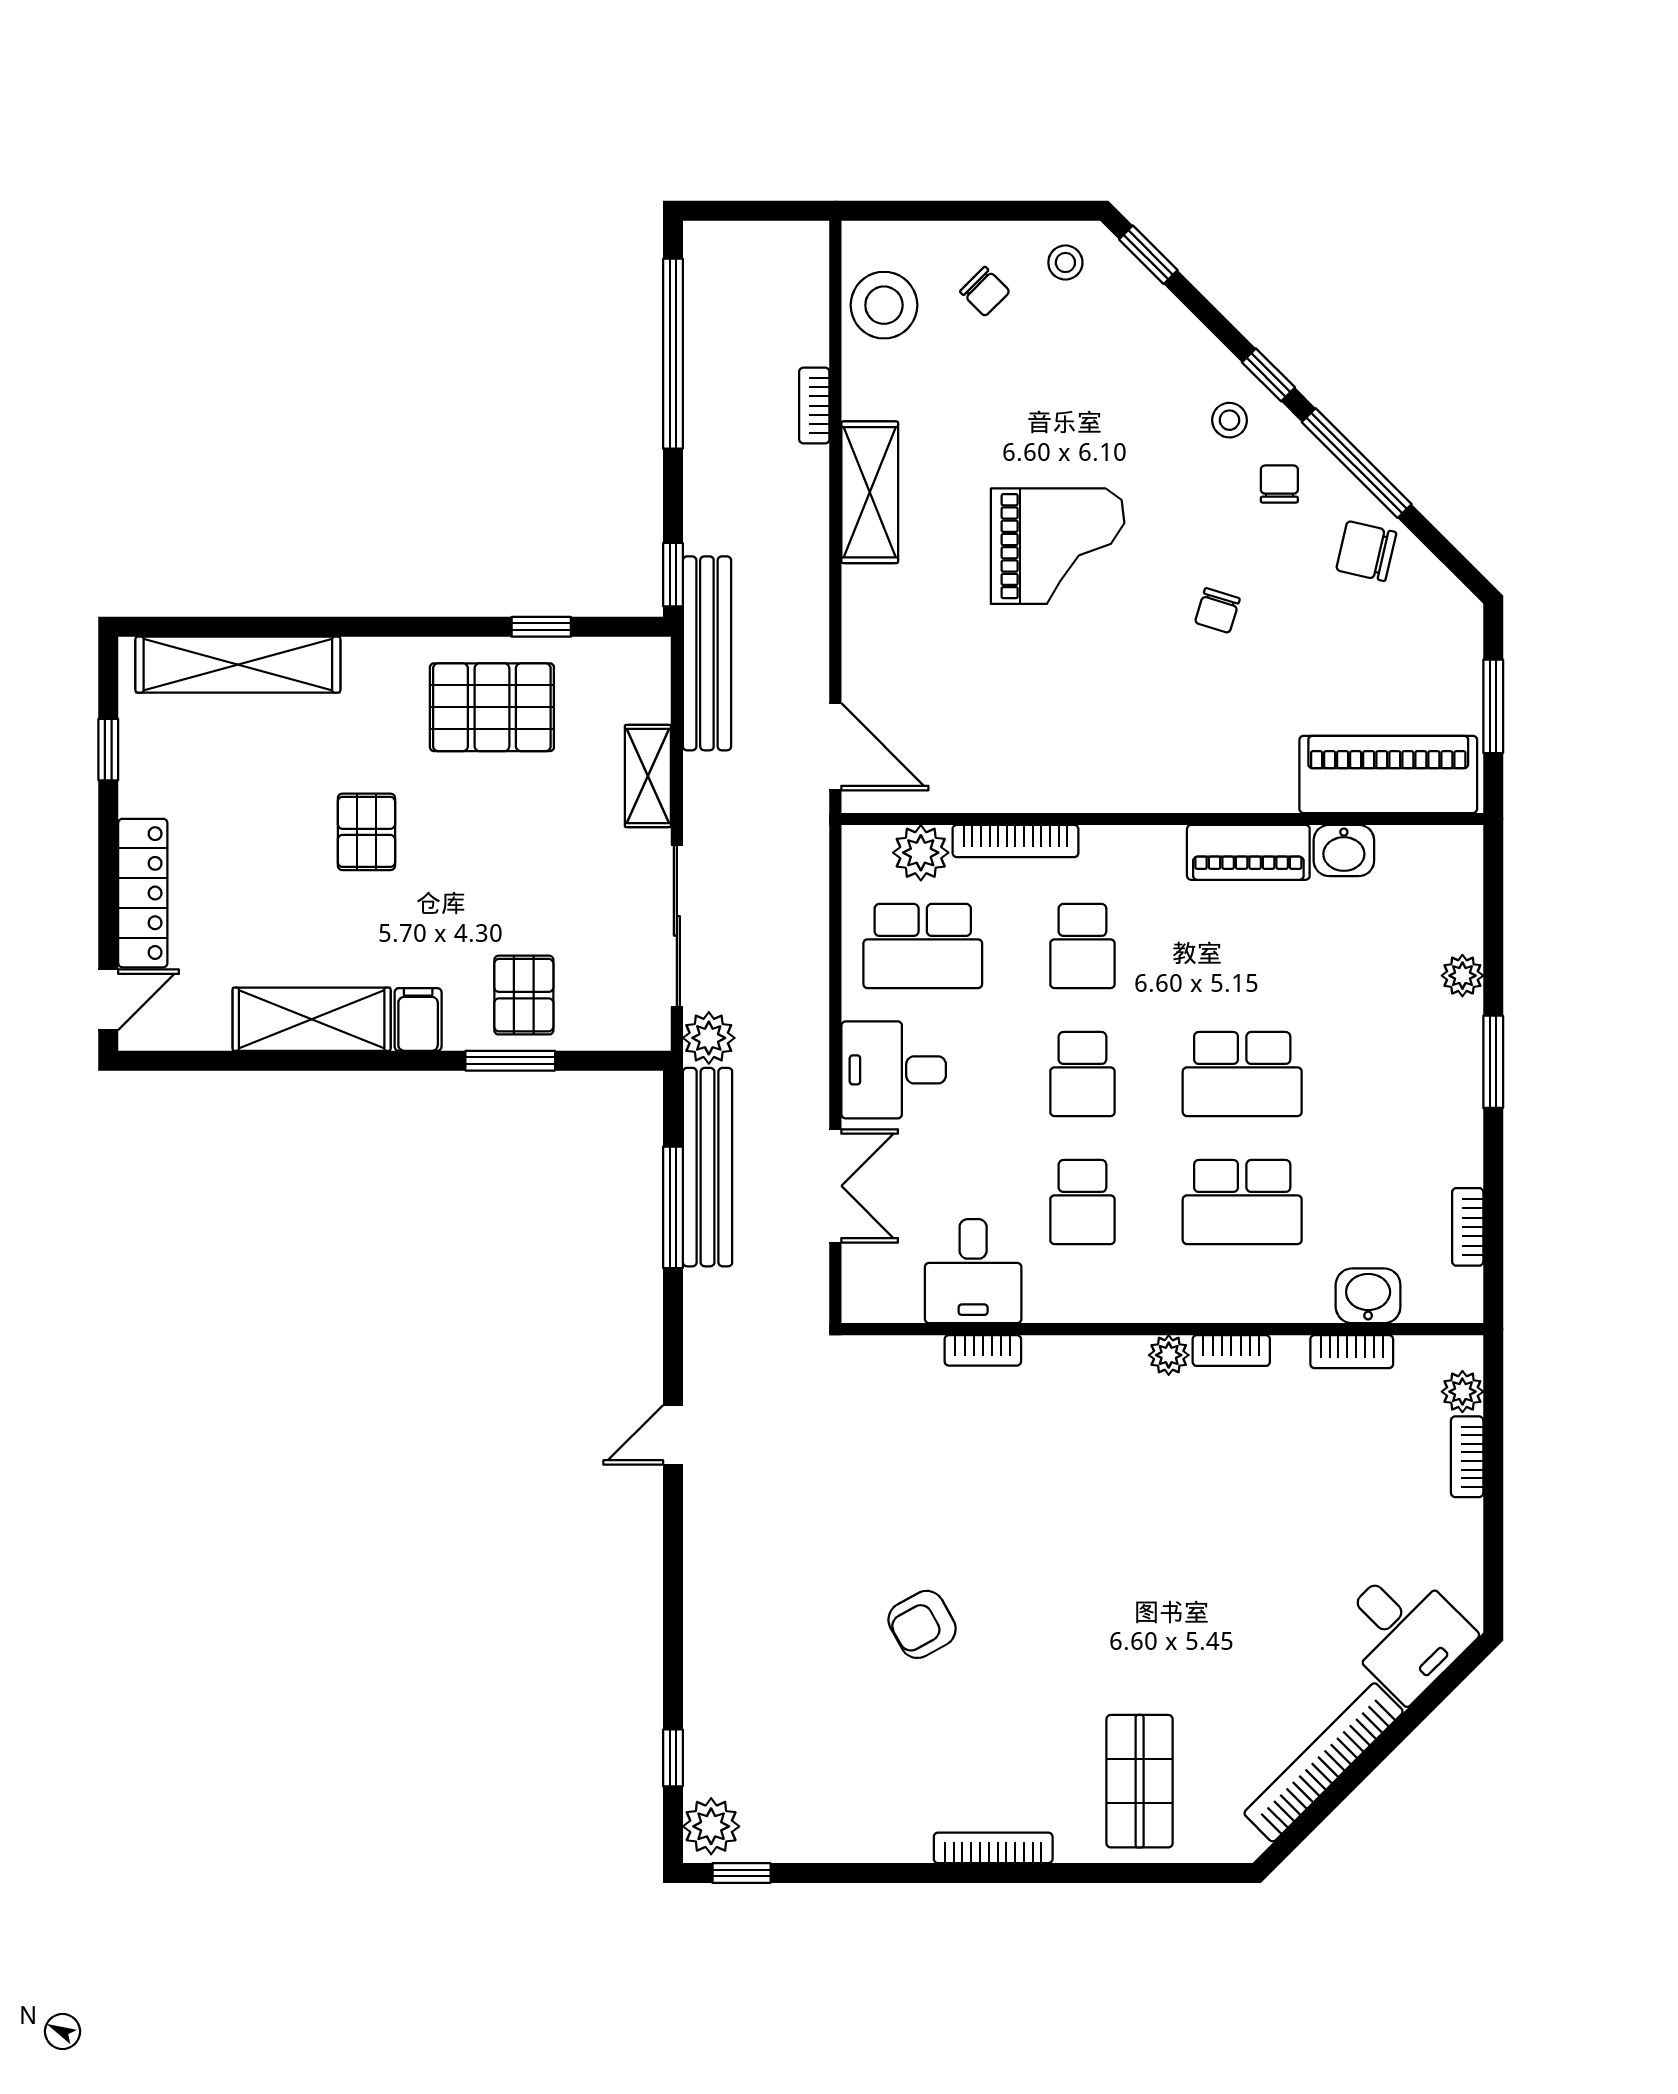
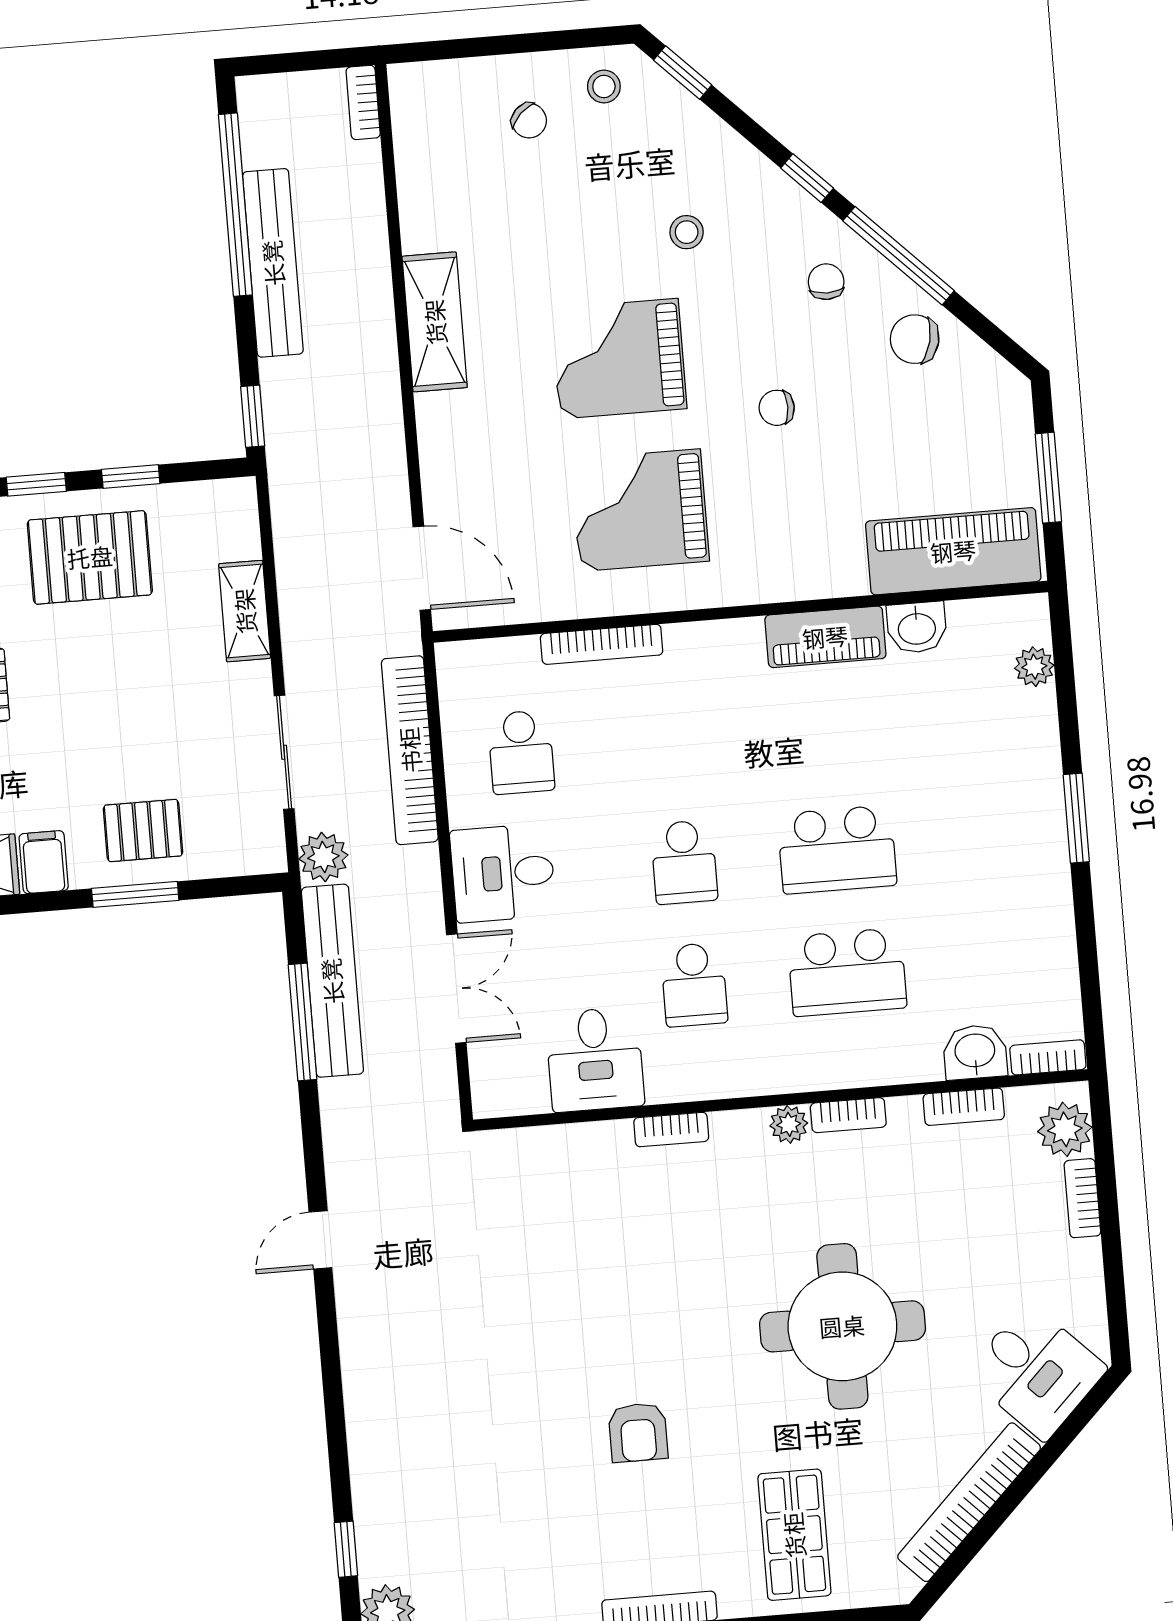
stool: (884, 305) -> (434, 142), removed
bookcase: (814, 406) -> (363, 102), moved
stool: (1229, 420) -> (687, 232), moved
grand piano: (1058, 546) -> (619, 359), turned 180
chair: (1217, 611) -> (777, 408), turned 73
window: (443, 627) -> (36, 484), added
bench: (707, 653) -> (273, 263), moved
grand piano: (1067, 705) -> (640, 510), added
plant: (921, 853) -> (512, 663), removed
sliding door: (677, 926) -> (284, 752), width x0.73
bookcase: (807, 934) -> (410, 750), added
school desk: (923, 946) -> (521, 752), width x0.54
school desk: (1082, 946) -> (674, 740), removed
plant: (1462, 976) -> (1034, 667), moved
pallet: (524, 995) -> (143, 831), turned 90
bookcase: (1468, 1227) -> (1048, 1057), moved, turned 90
bookcase: (983, 1350) -> (671, 1130), moved
plant: (1462, 1392) -> (1065, 1129), width x1.38, depth x1.38
round table: (1207, 1569) -> (842, 1326), added
armchair: (922, 1624) -> (638, 1432), moved, turned -61

